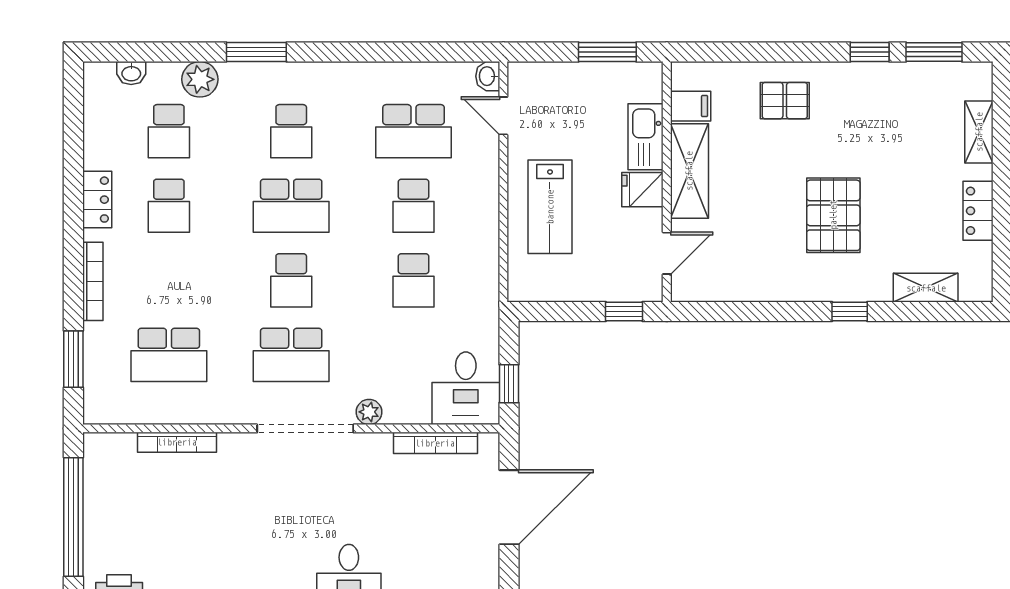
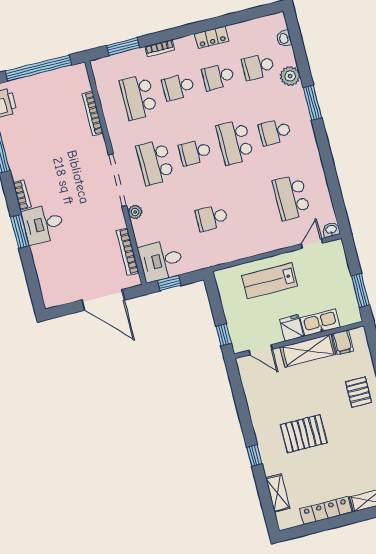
school desk: (414, 206) -> (178, 87), moved
locker: (978, 211) -> (326, 511), width x1.53
bookcase: (93, 281) -> (160, 48), width x0.64

